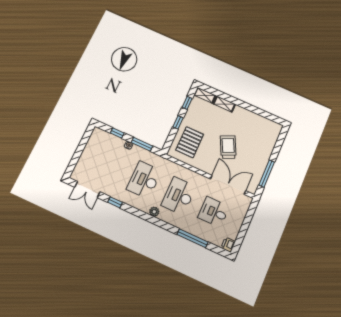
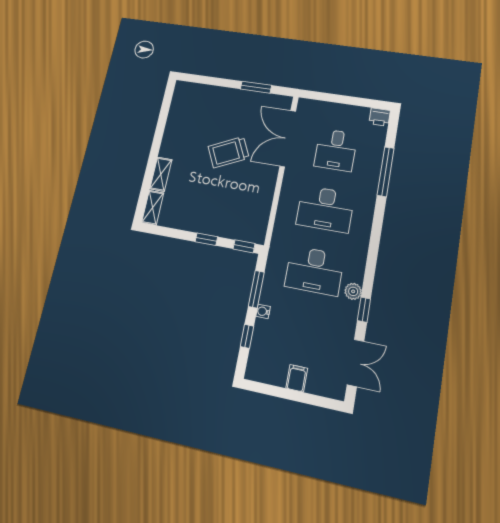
window: (187, 103) -> (244, 246), moved
pallet: (190, 142) -> (235, 213), removed
filing cabinet: (88, 155) -> (297, 378), added
window: (267, 174) -> (256, 87), width x0.69
plant: (154, 212) -> (353, 291), moved

